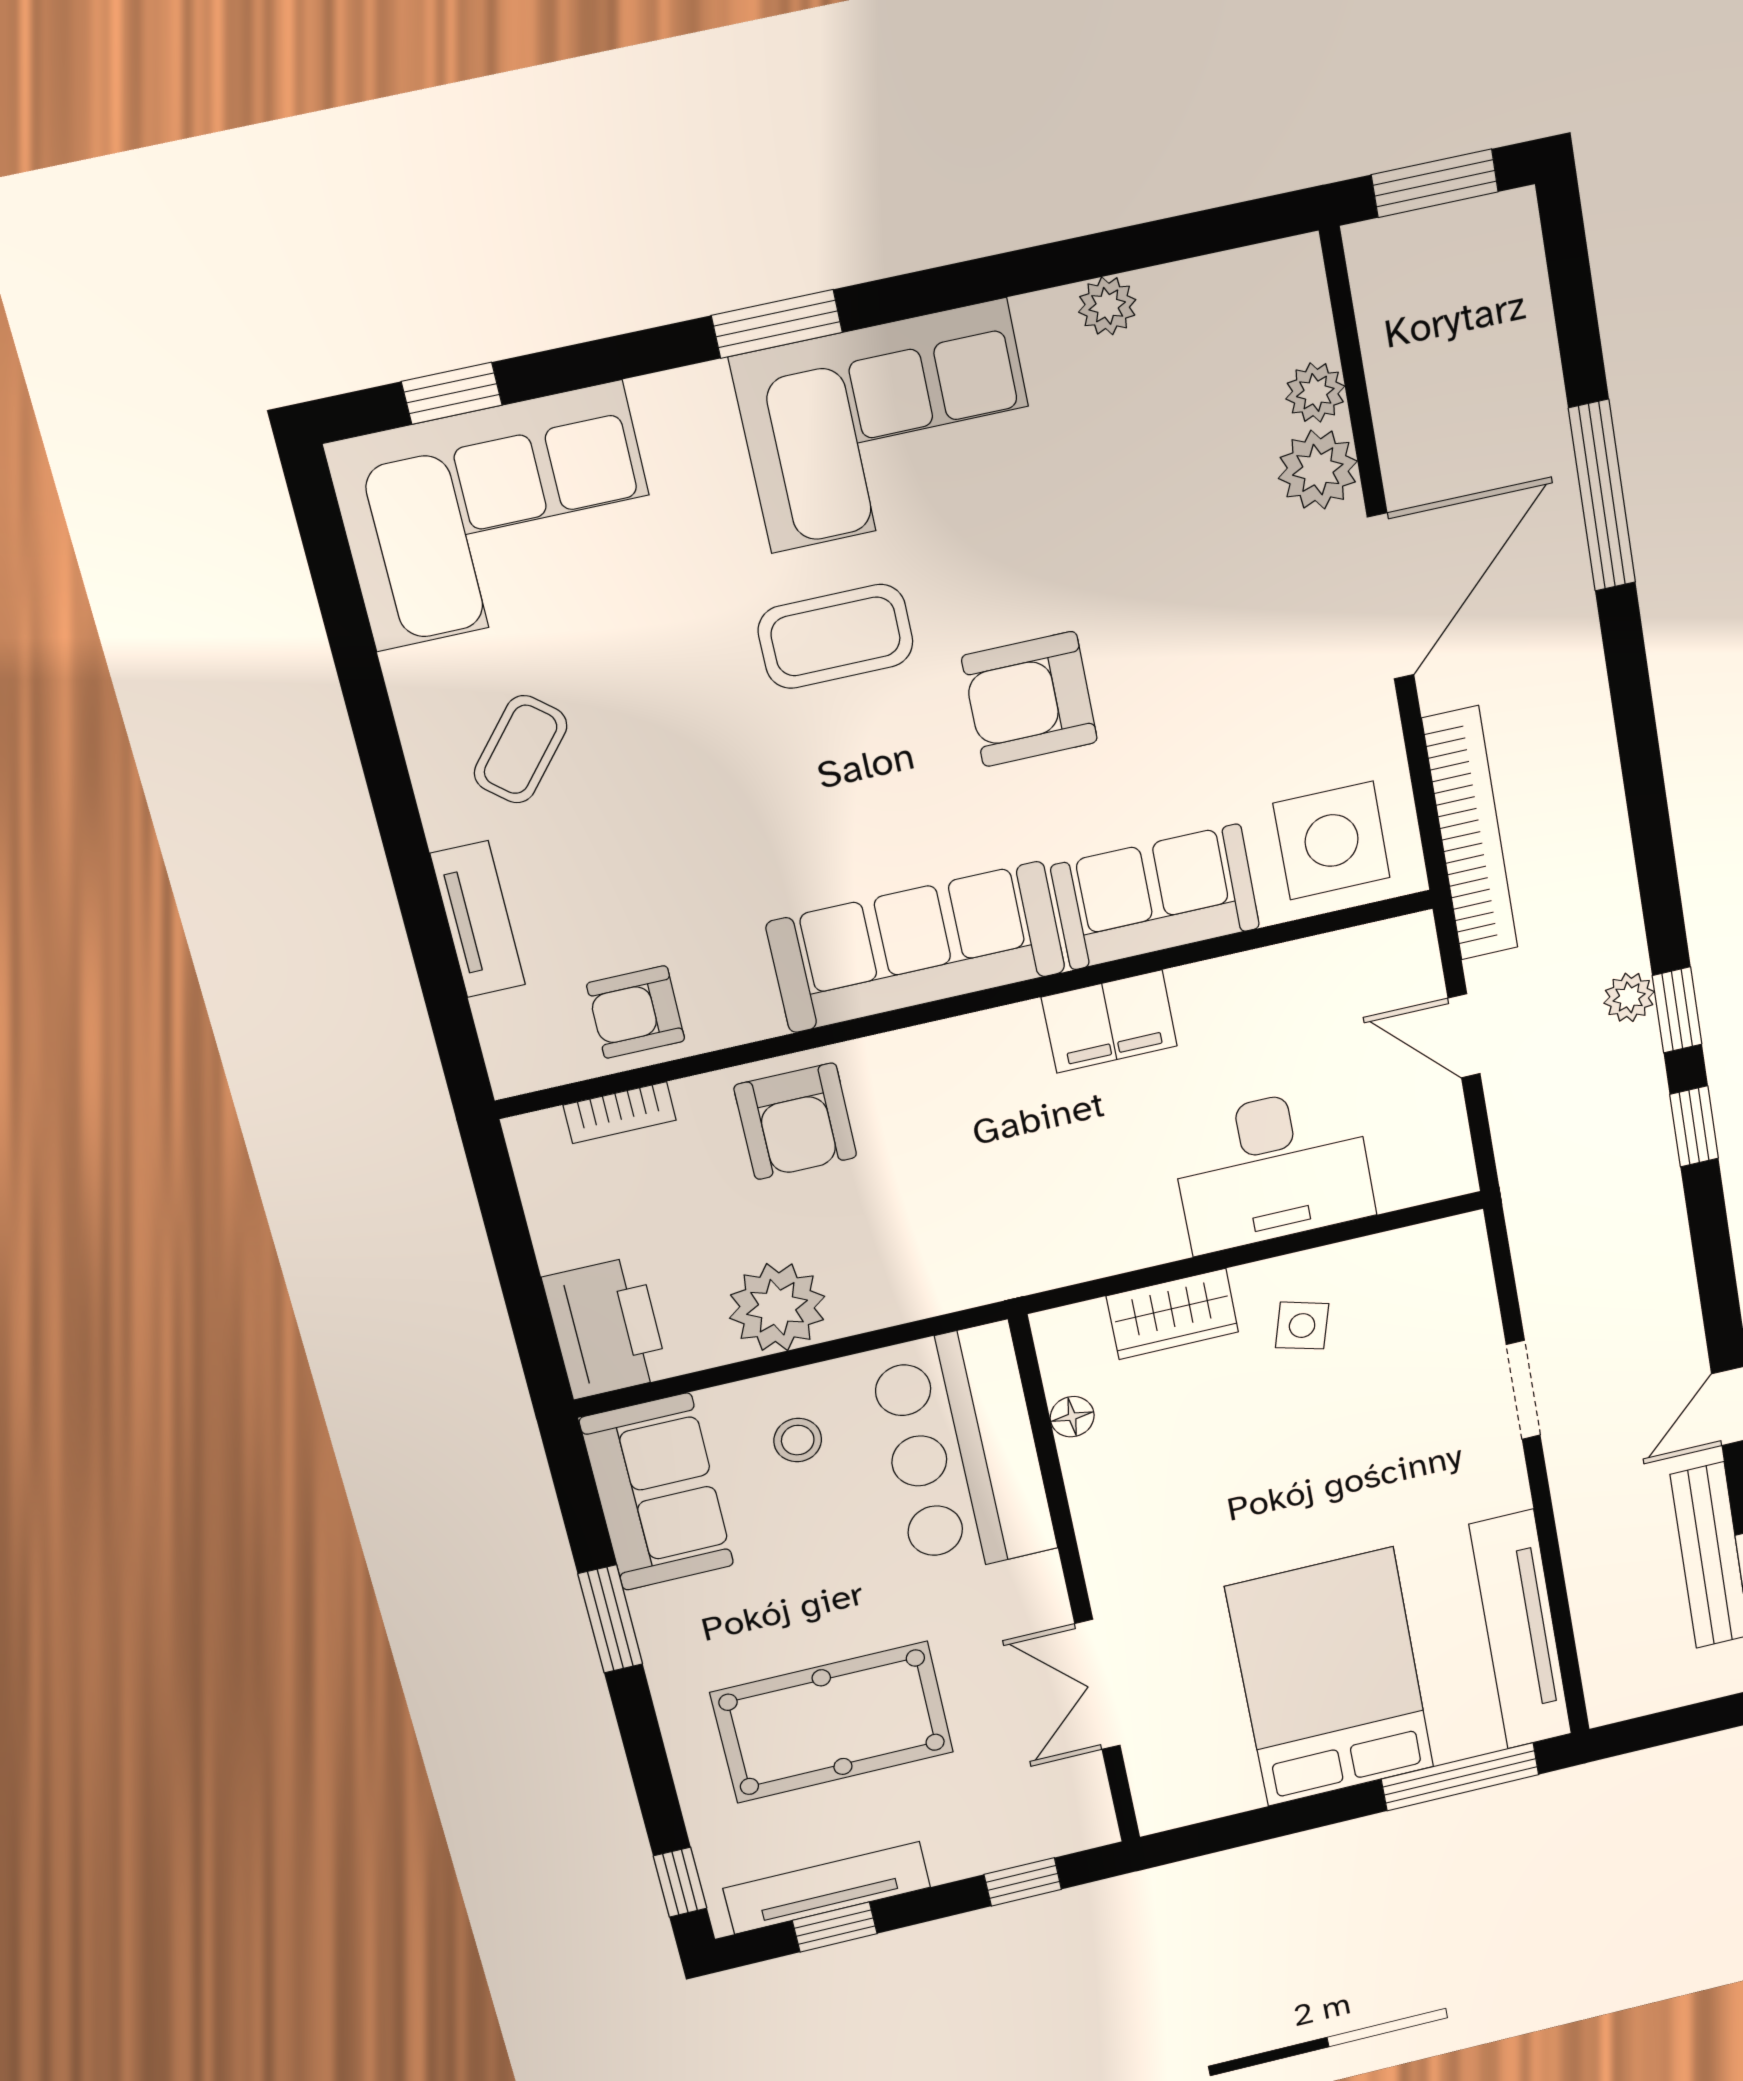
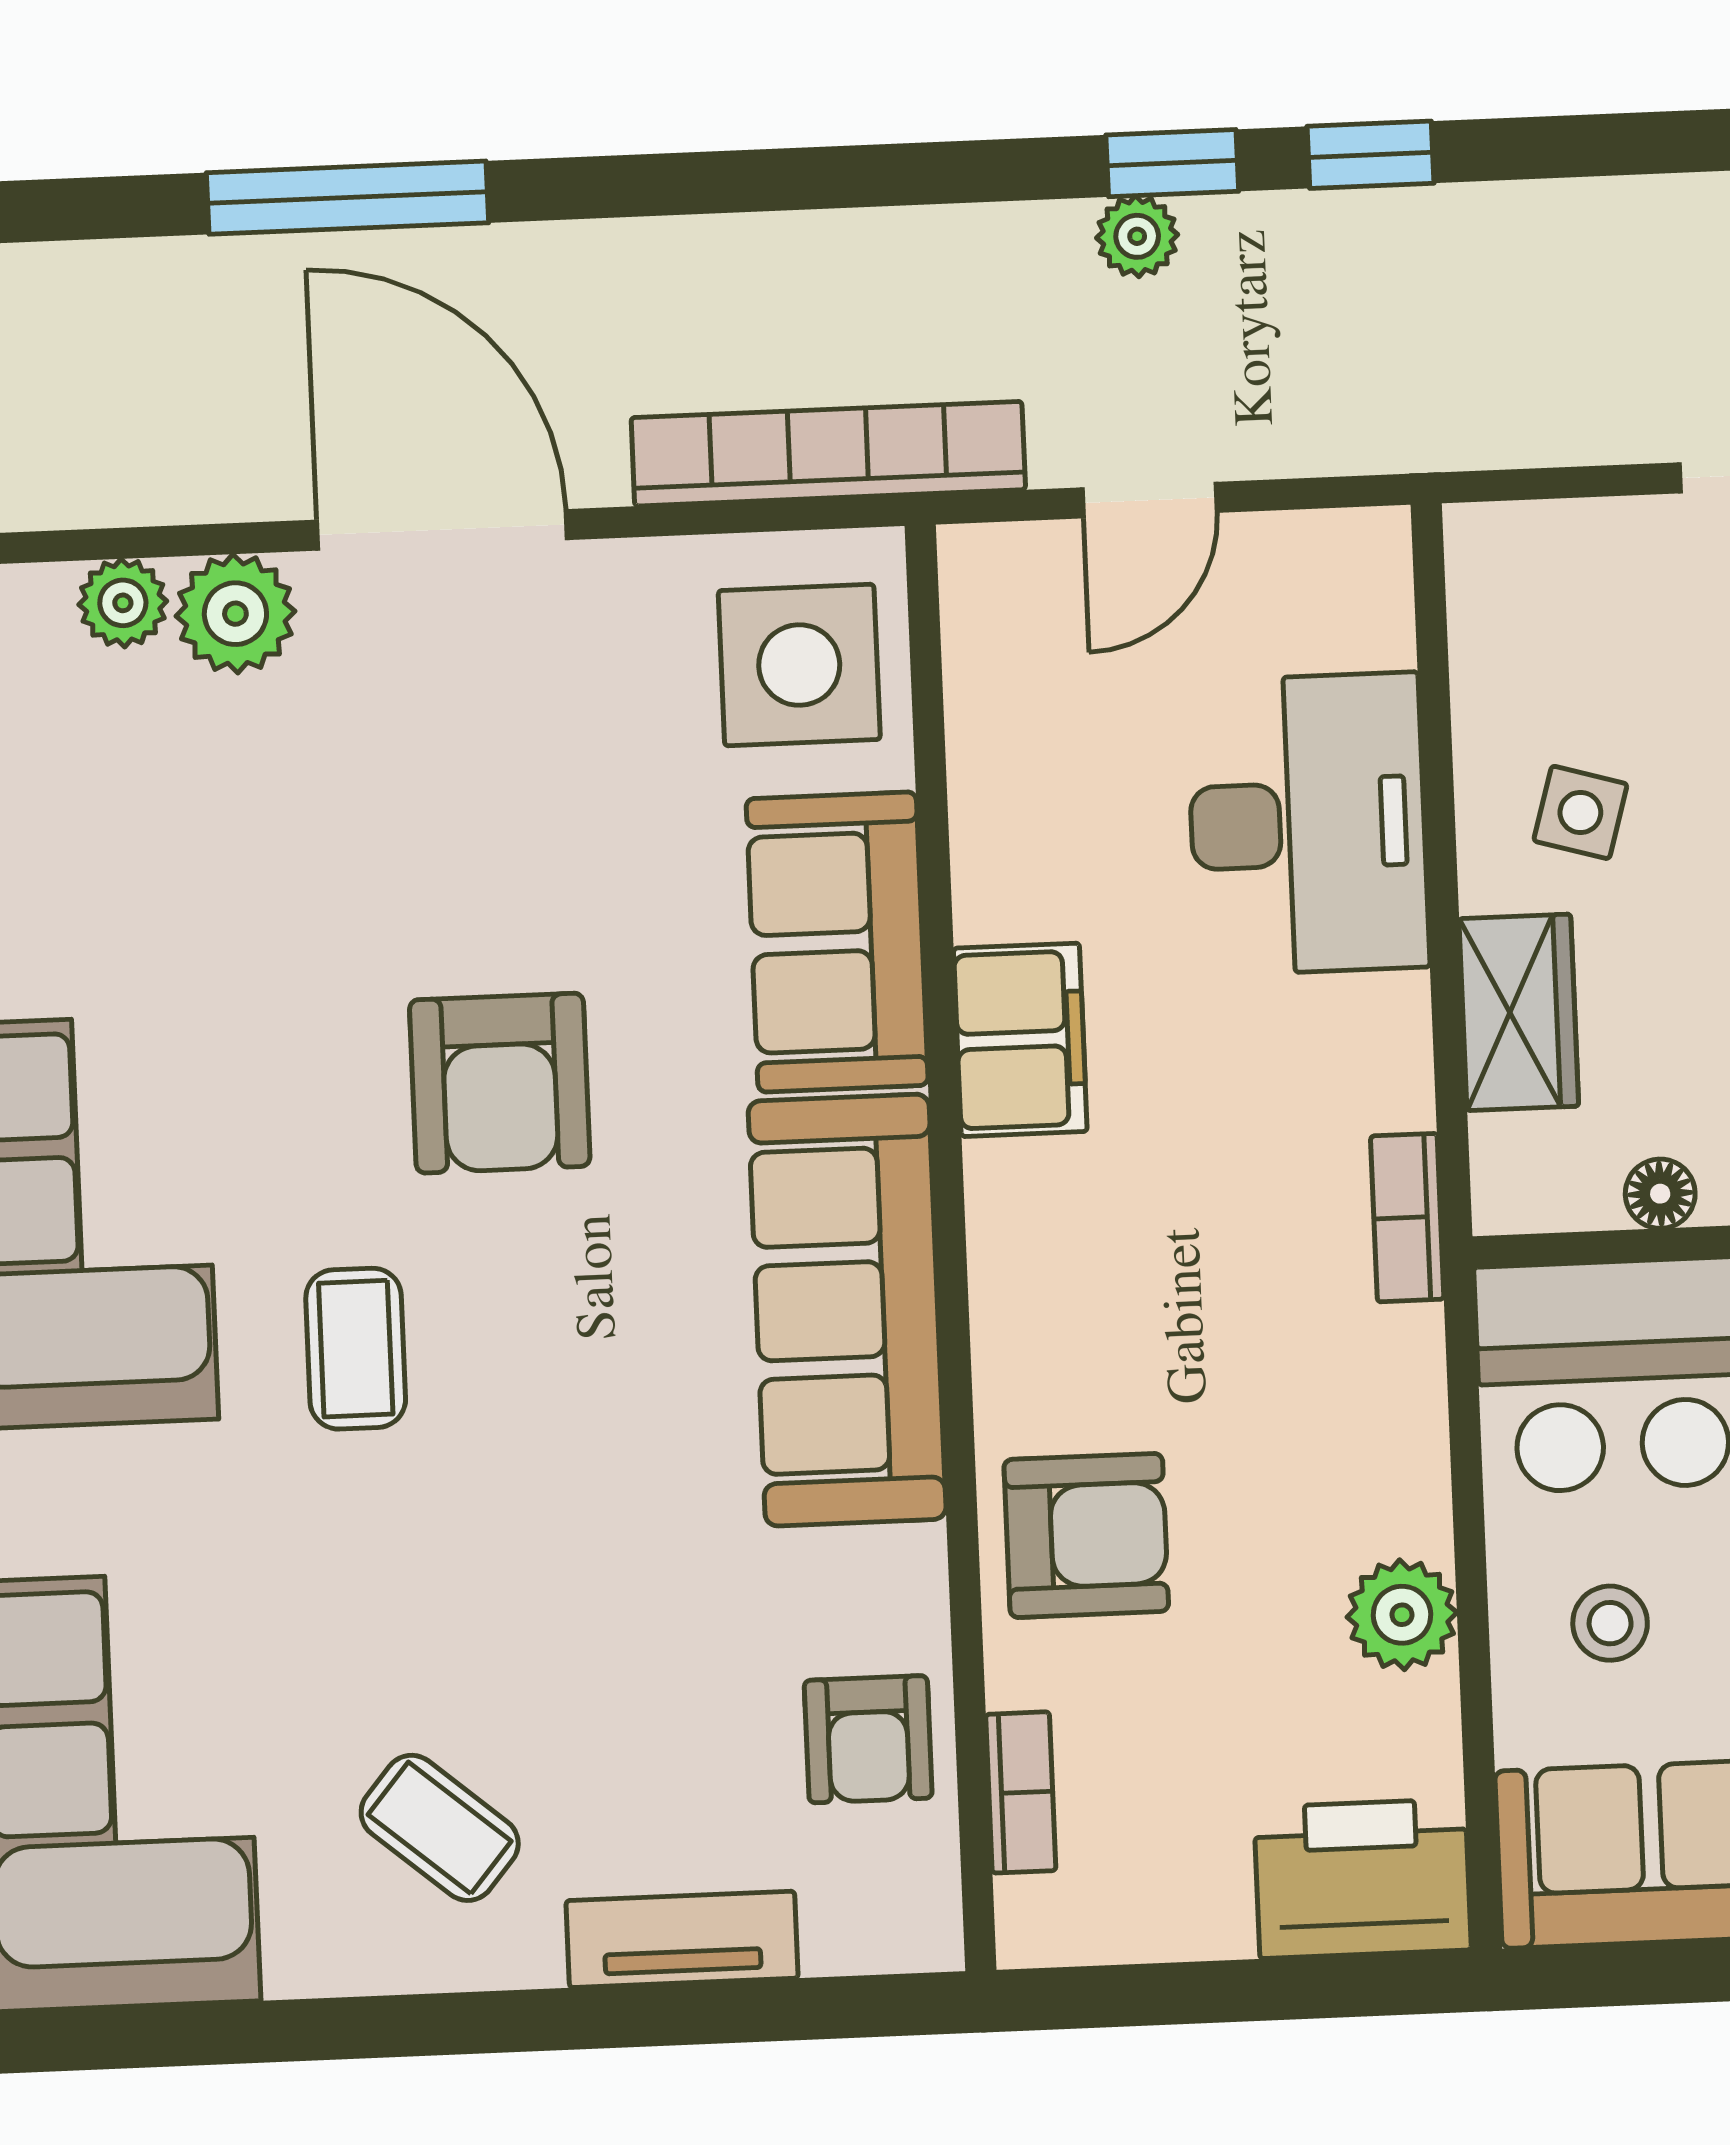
coffee table: (836, 636) -> (356, 1349), width x0.73, depth x0.77
bookcase: (1033, 1274) -> (1407, 1218), added
plant: (777, 1307) -> (1402, 1615), width x0.73, depth x0.73

